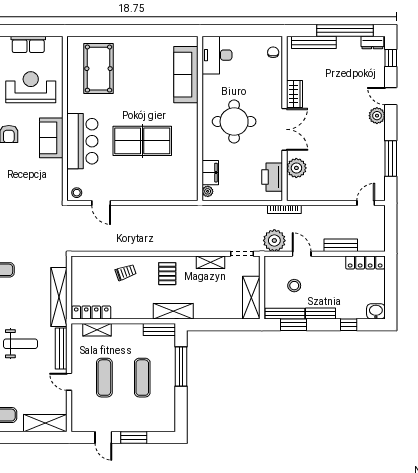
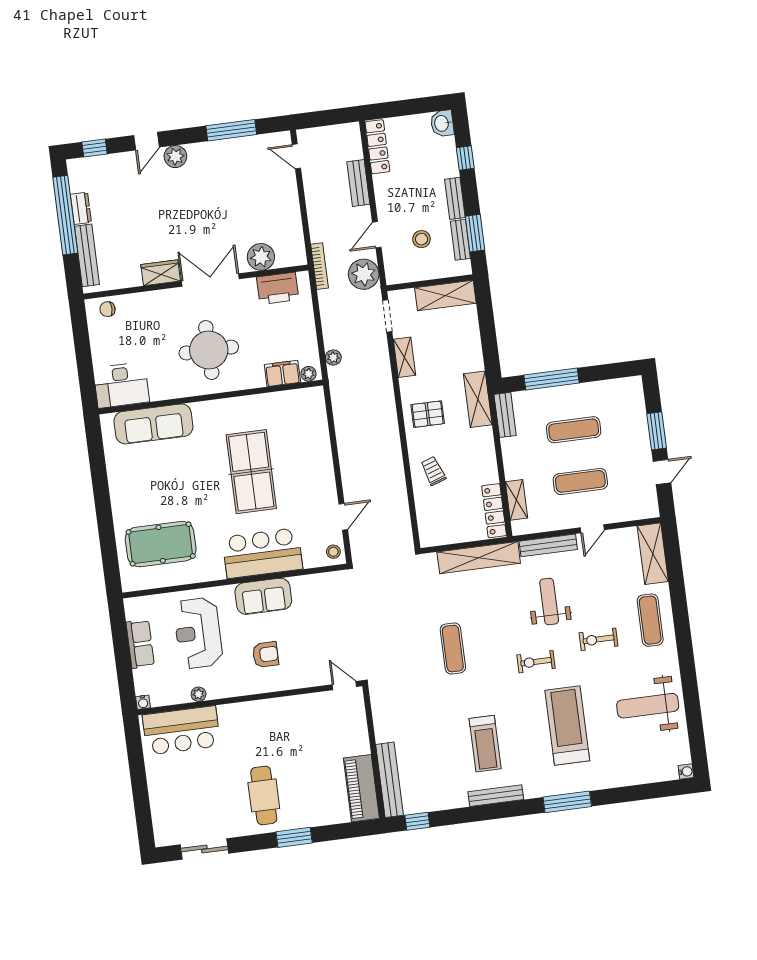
dresser: (372, 42) -> (81, 208), moved
plant: (217, 211) -> (333, 357), added
bench: (285, 314) -> (460, 240), width x0.73

